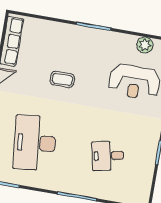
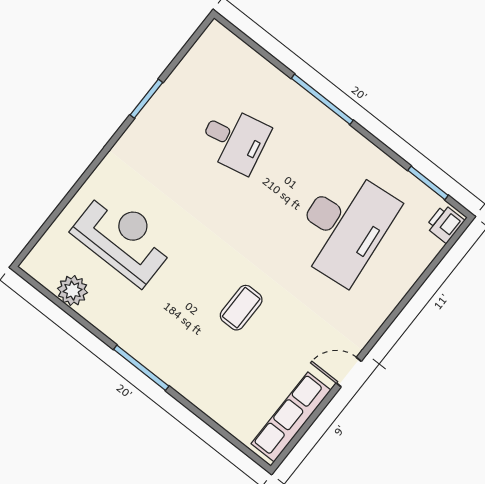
coffee table: (62, 79) -> (241, 308), turned 90

